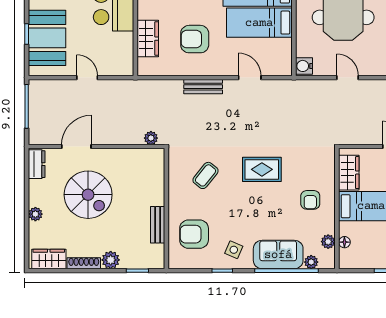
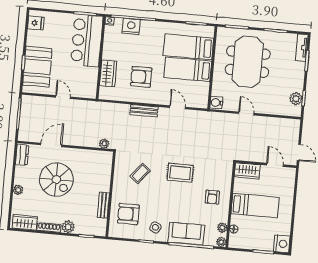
wardrobe: (349, 173) -> (247, 171), moved, turned 90
plant: (311, 262) -> (221, 242), moved

